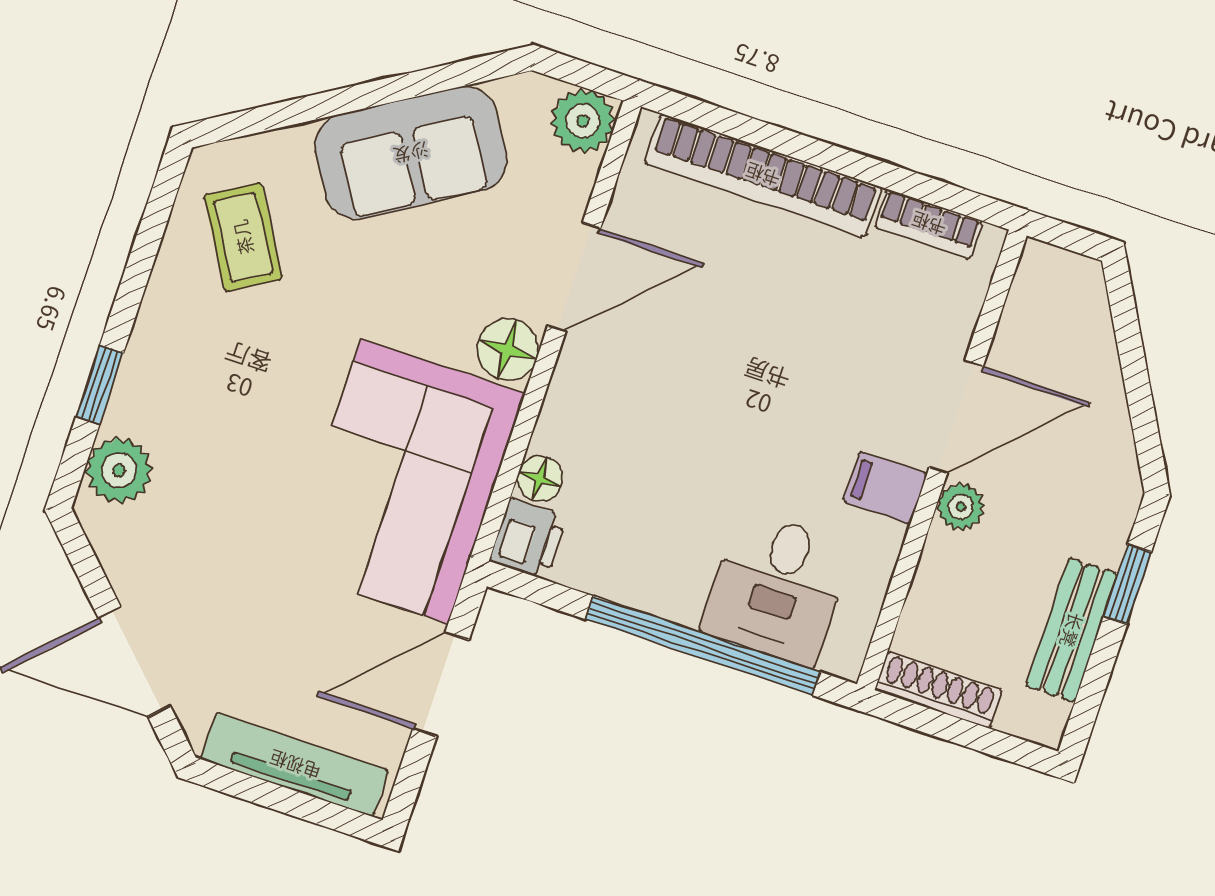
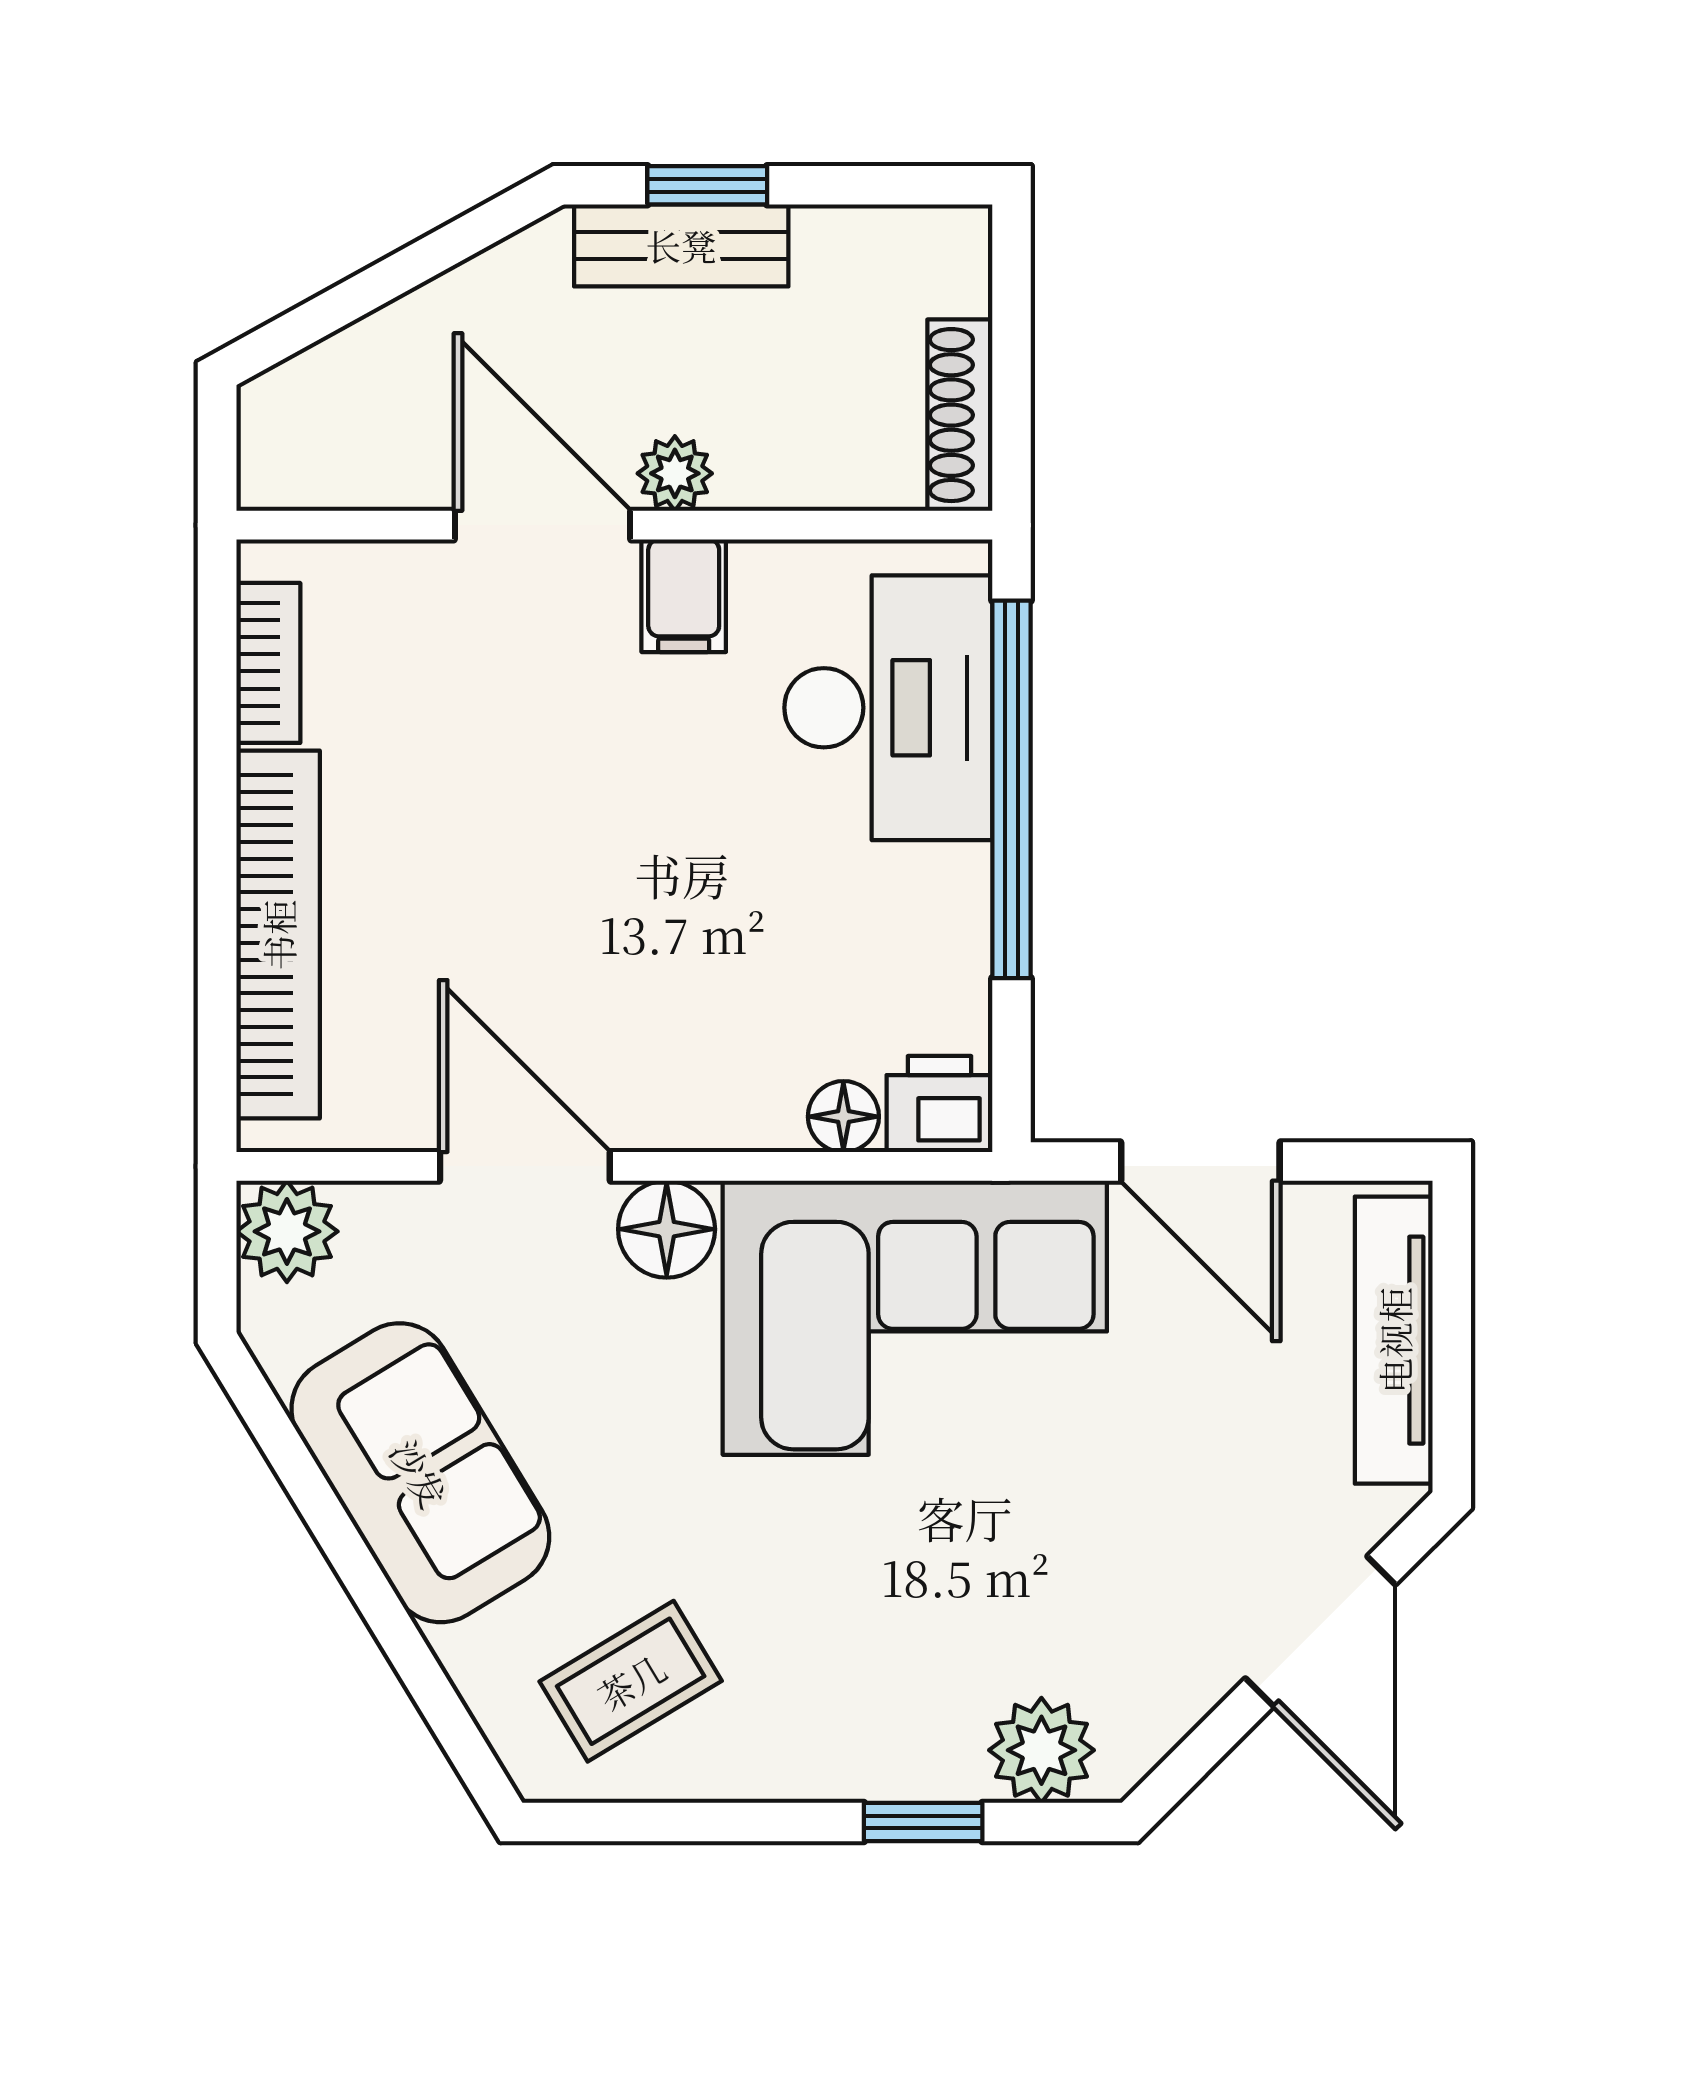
desk: (777, 588) -> (888, 708), width x1.37
bench: (1072, 630) -> (681, 245), moved

